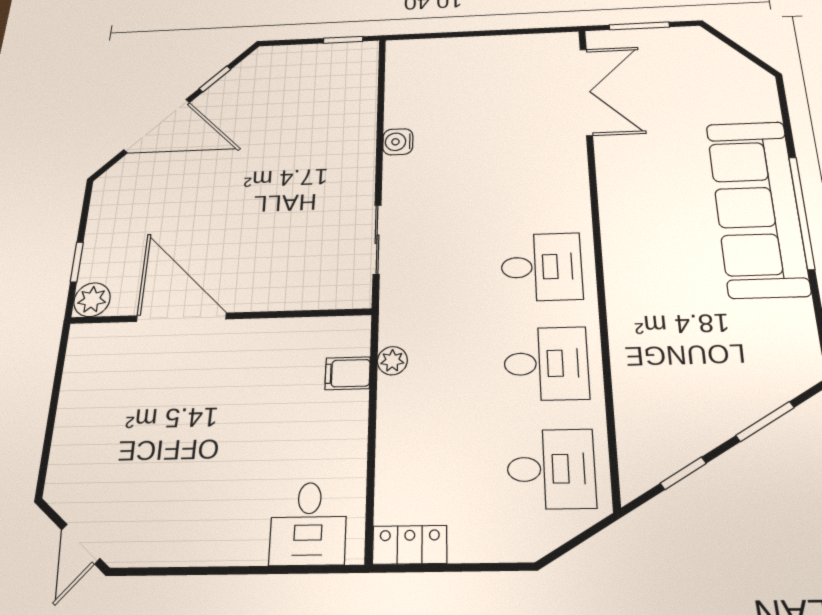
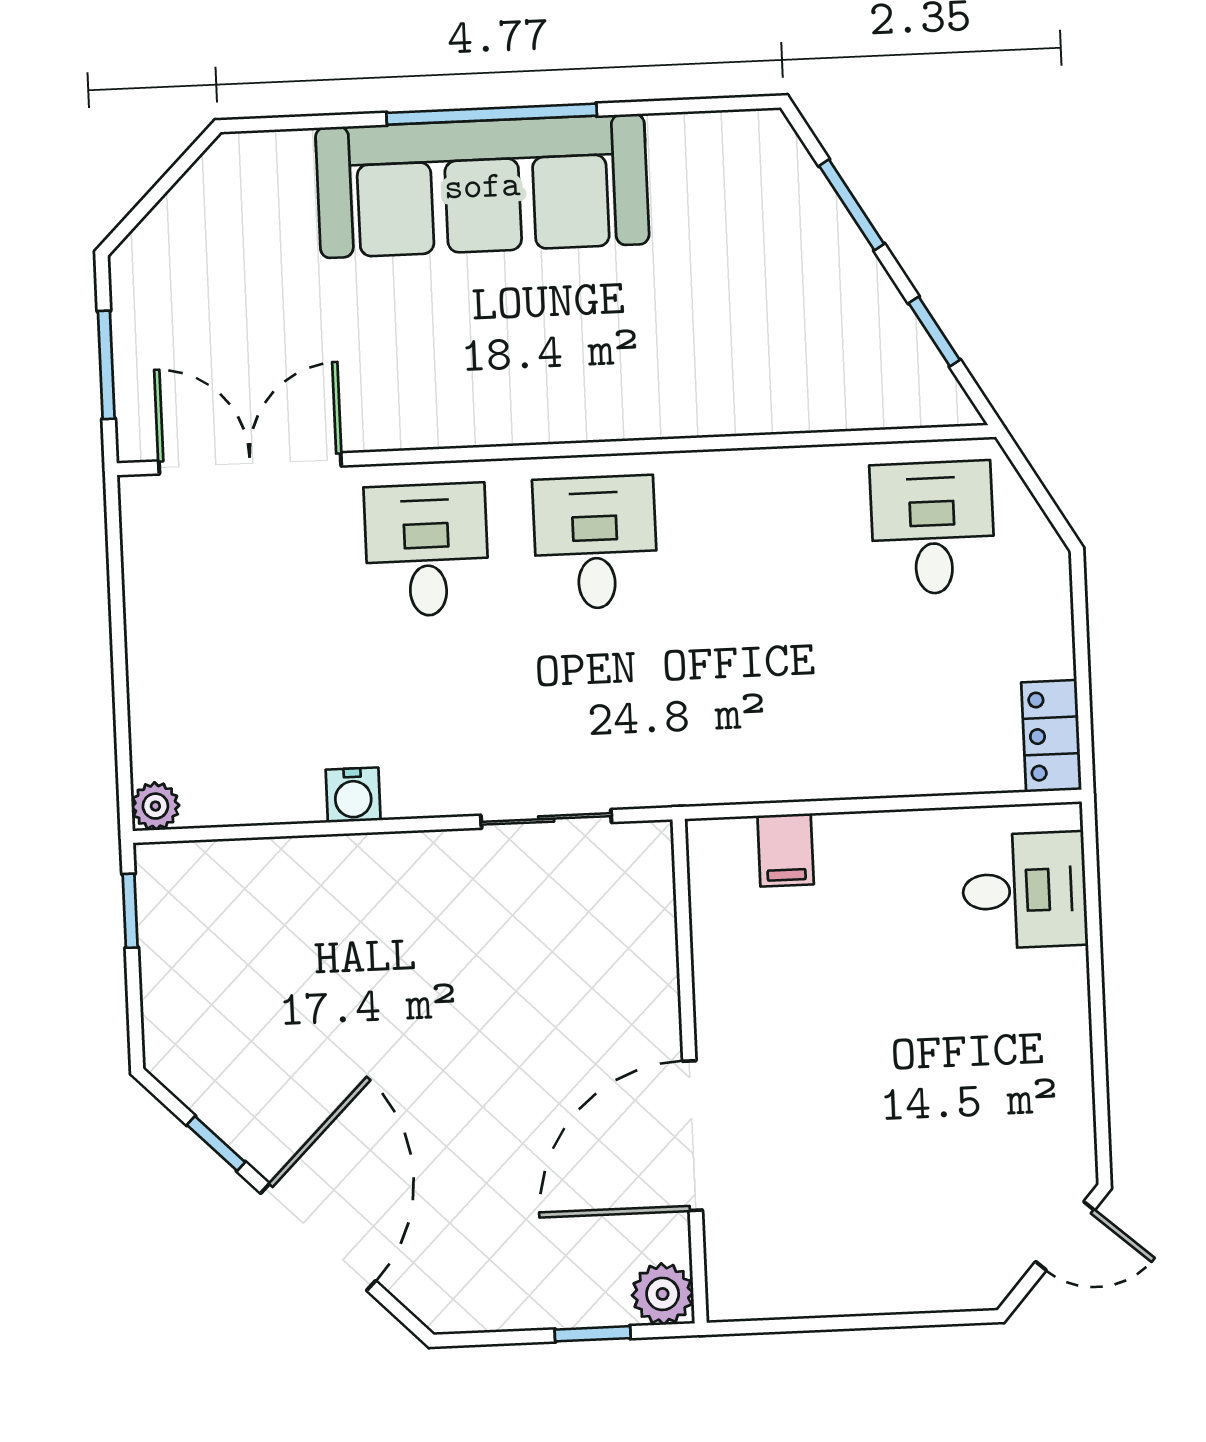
plant: (392, 361) -> (155, 806), moved
desk: (546, 364) -> (427, 550), moved

